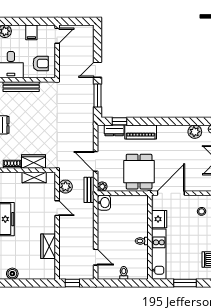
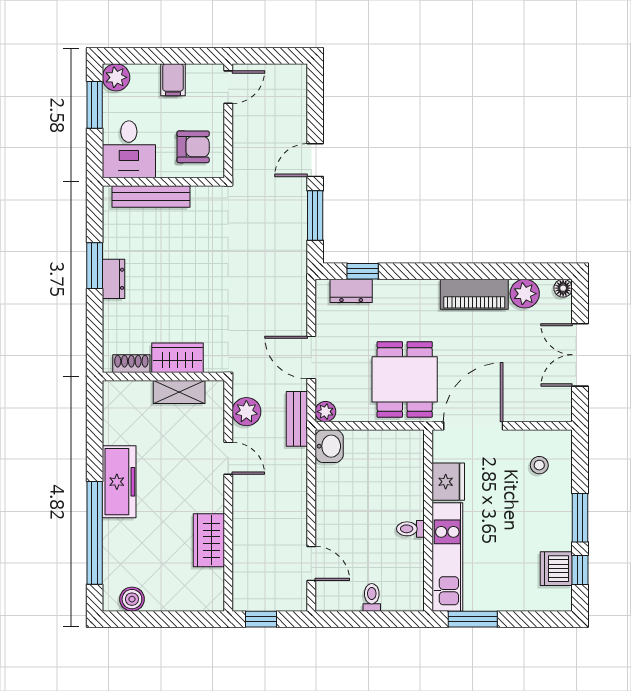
piano: (141, 132) -> (474, 294), moved
window: (185, 283) -> (473, 619), moved

